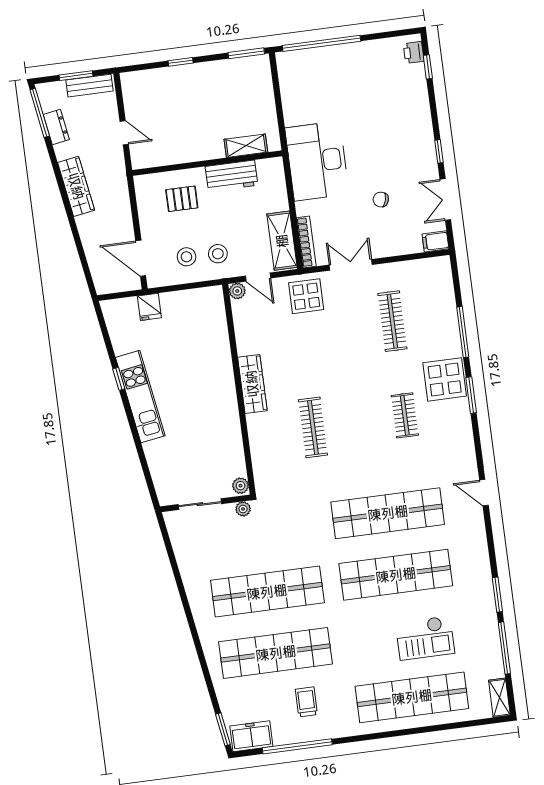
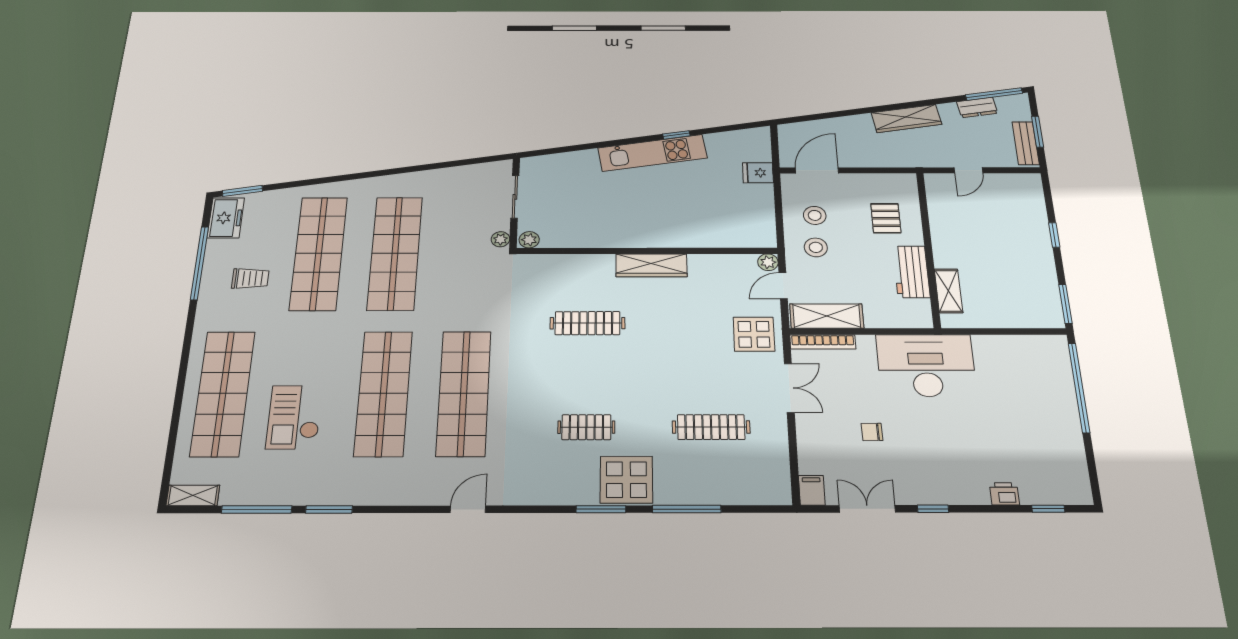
printer: (414, 52) -> (1004, 494), moved
chair: (381, 200) -> (872, 432), turned -107

